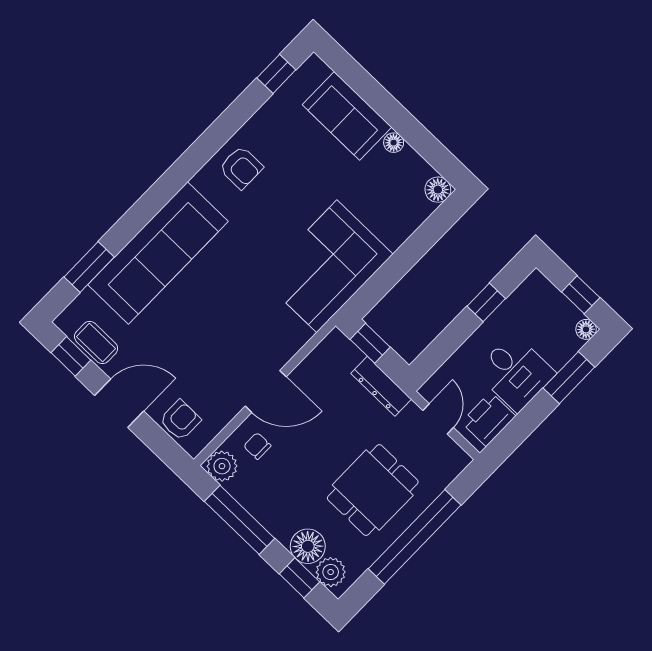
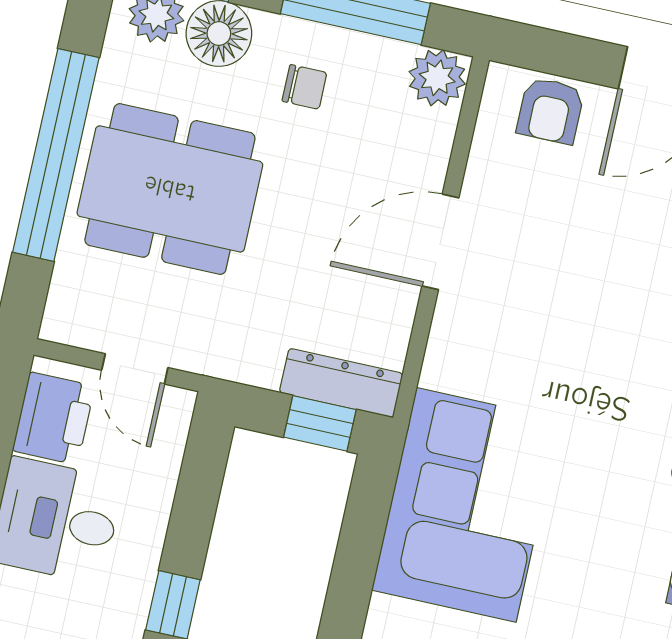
dresser: (381, 386) -> (341, 383), moved
chair: (257, 446) -> (304, 87), moved
dining table: (373, 490) -> (170, 189), width x1.38

